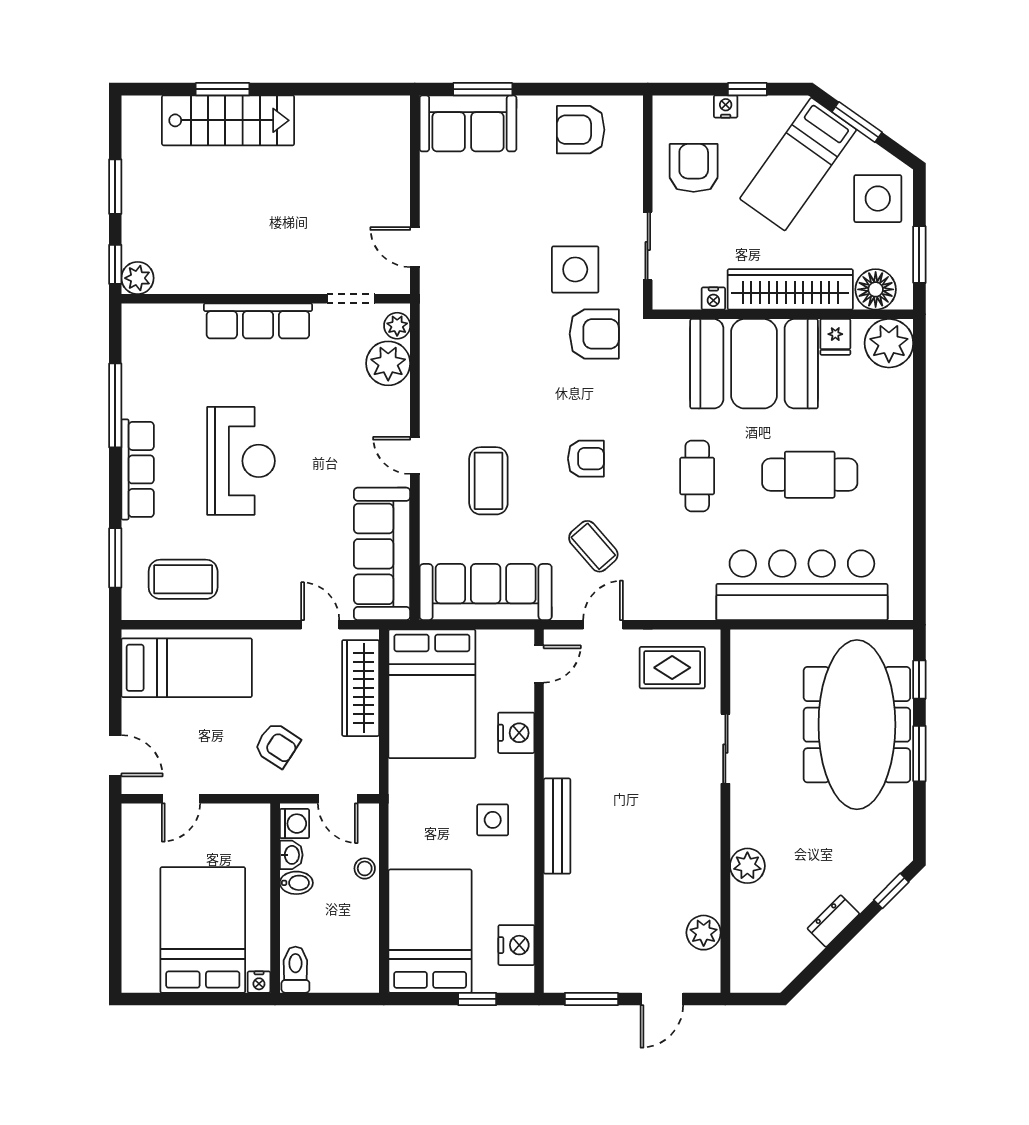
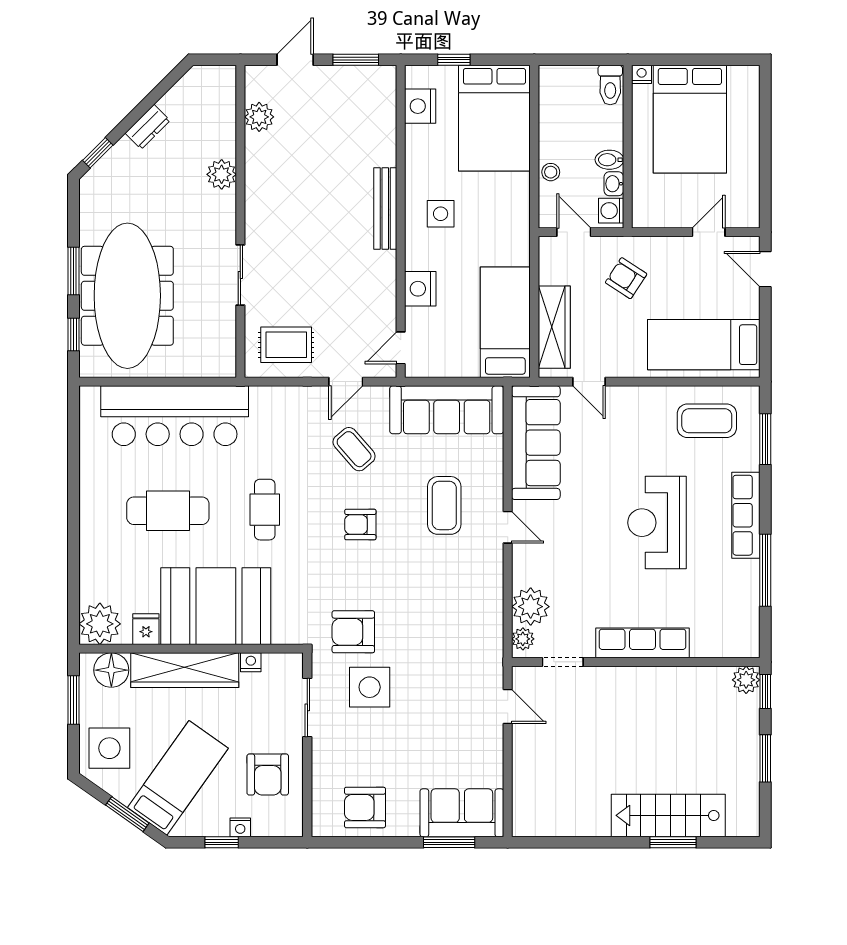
armchair: (581, 130) -> (365, 807), turned 180
bed: (432, 694) -> (505, 322), width x0.67

